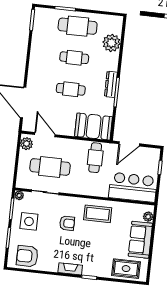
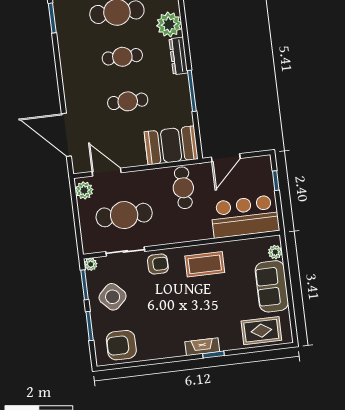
dresser: (111, 84) -> (178, 56), moved
side table: (29, 221) -> (113, 297), turned 45
armchair: (67, 223) -> (158, 264), moved
fireplace: (70, 269) -> (202, 347), moved

